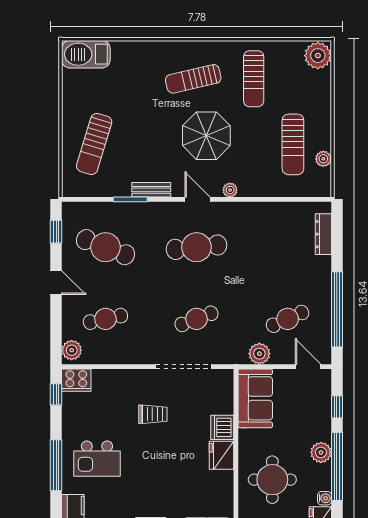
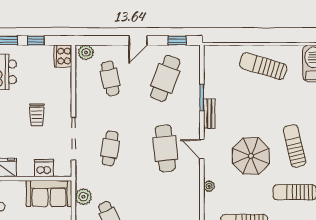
sun lounger: (94, 144) -> (263, 66), moved
plant: (230, 190) -> (209, 186), moved
door: (197, 199) -> (202, 149), swing flipped
cafe table: (197, 319) -> (110, 148), turned 30
window: (56, 394) -> (36, 40), moved
dishwasher: (222, 427) -> (44, 168), moved

